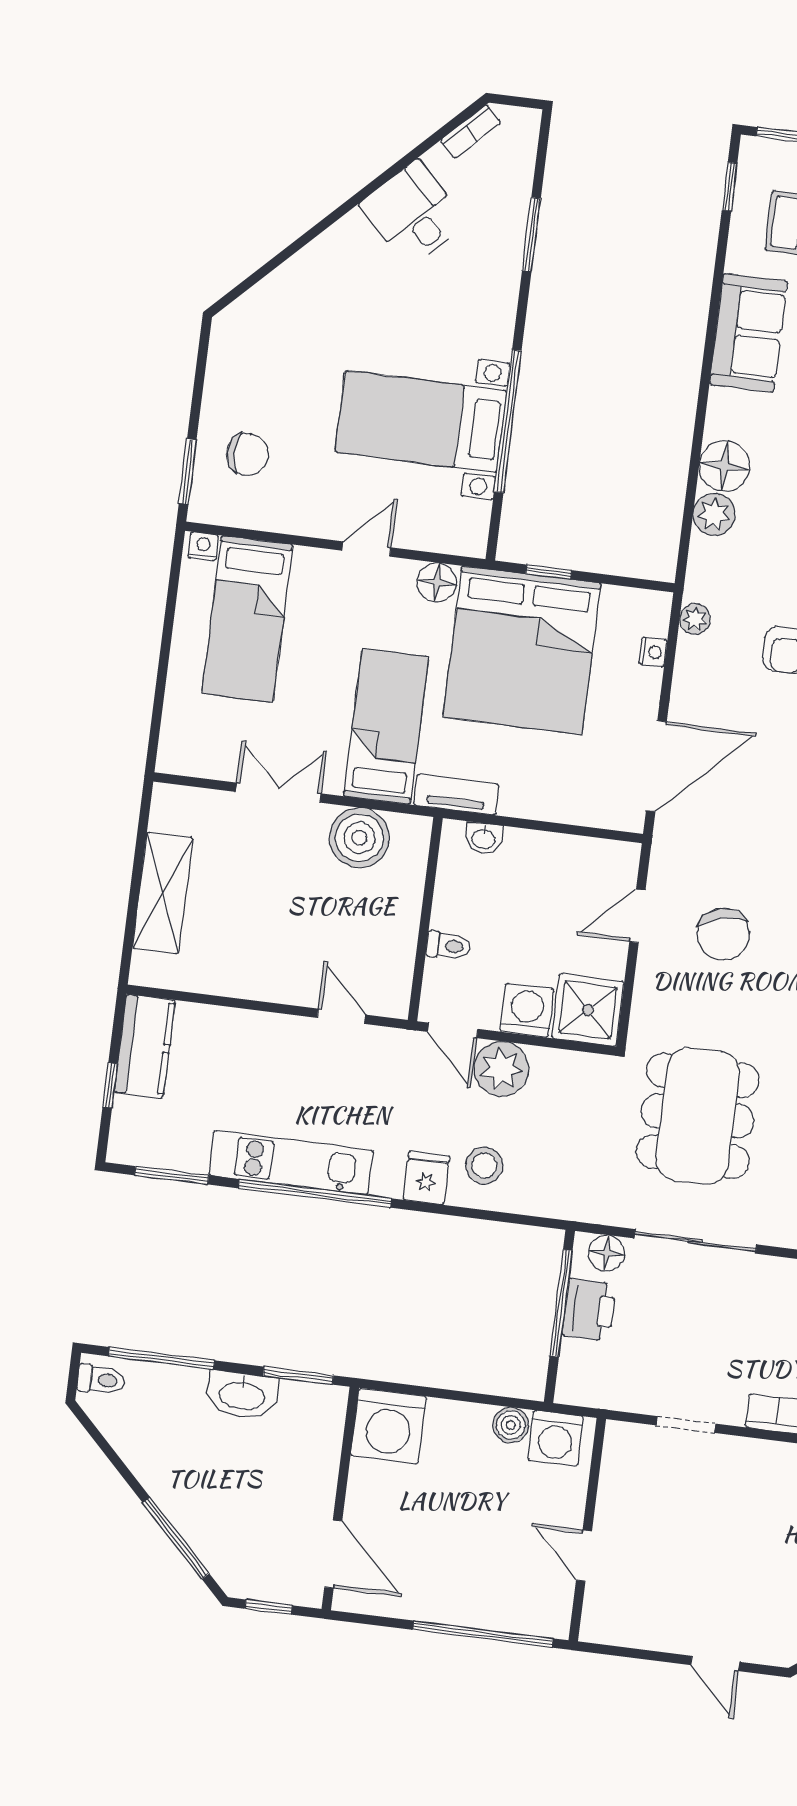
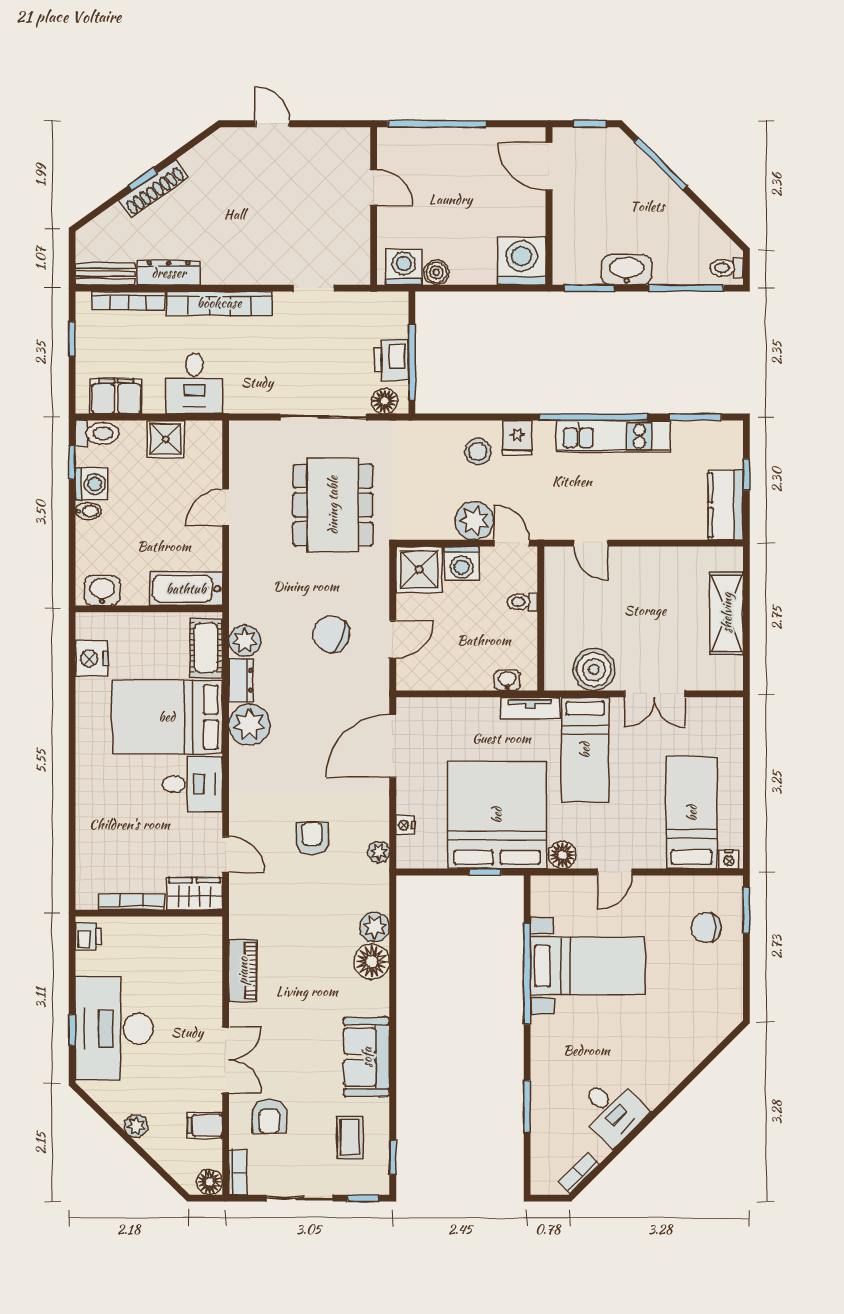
chair: (723, 934) -> (331, 634), turned -53

